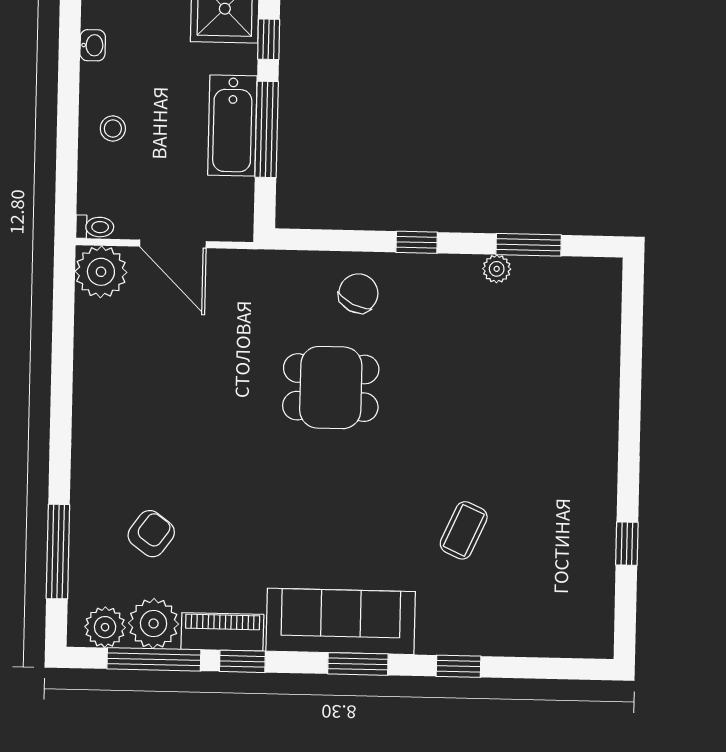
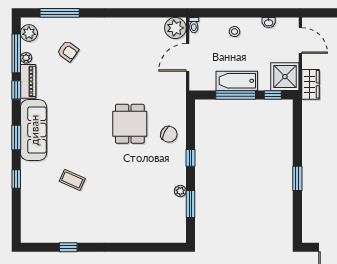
plant: (154, 623) -> (26, 58), width x0.53, depth x0.53

